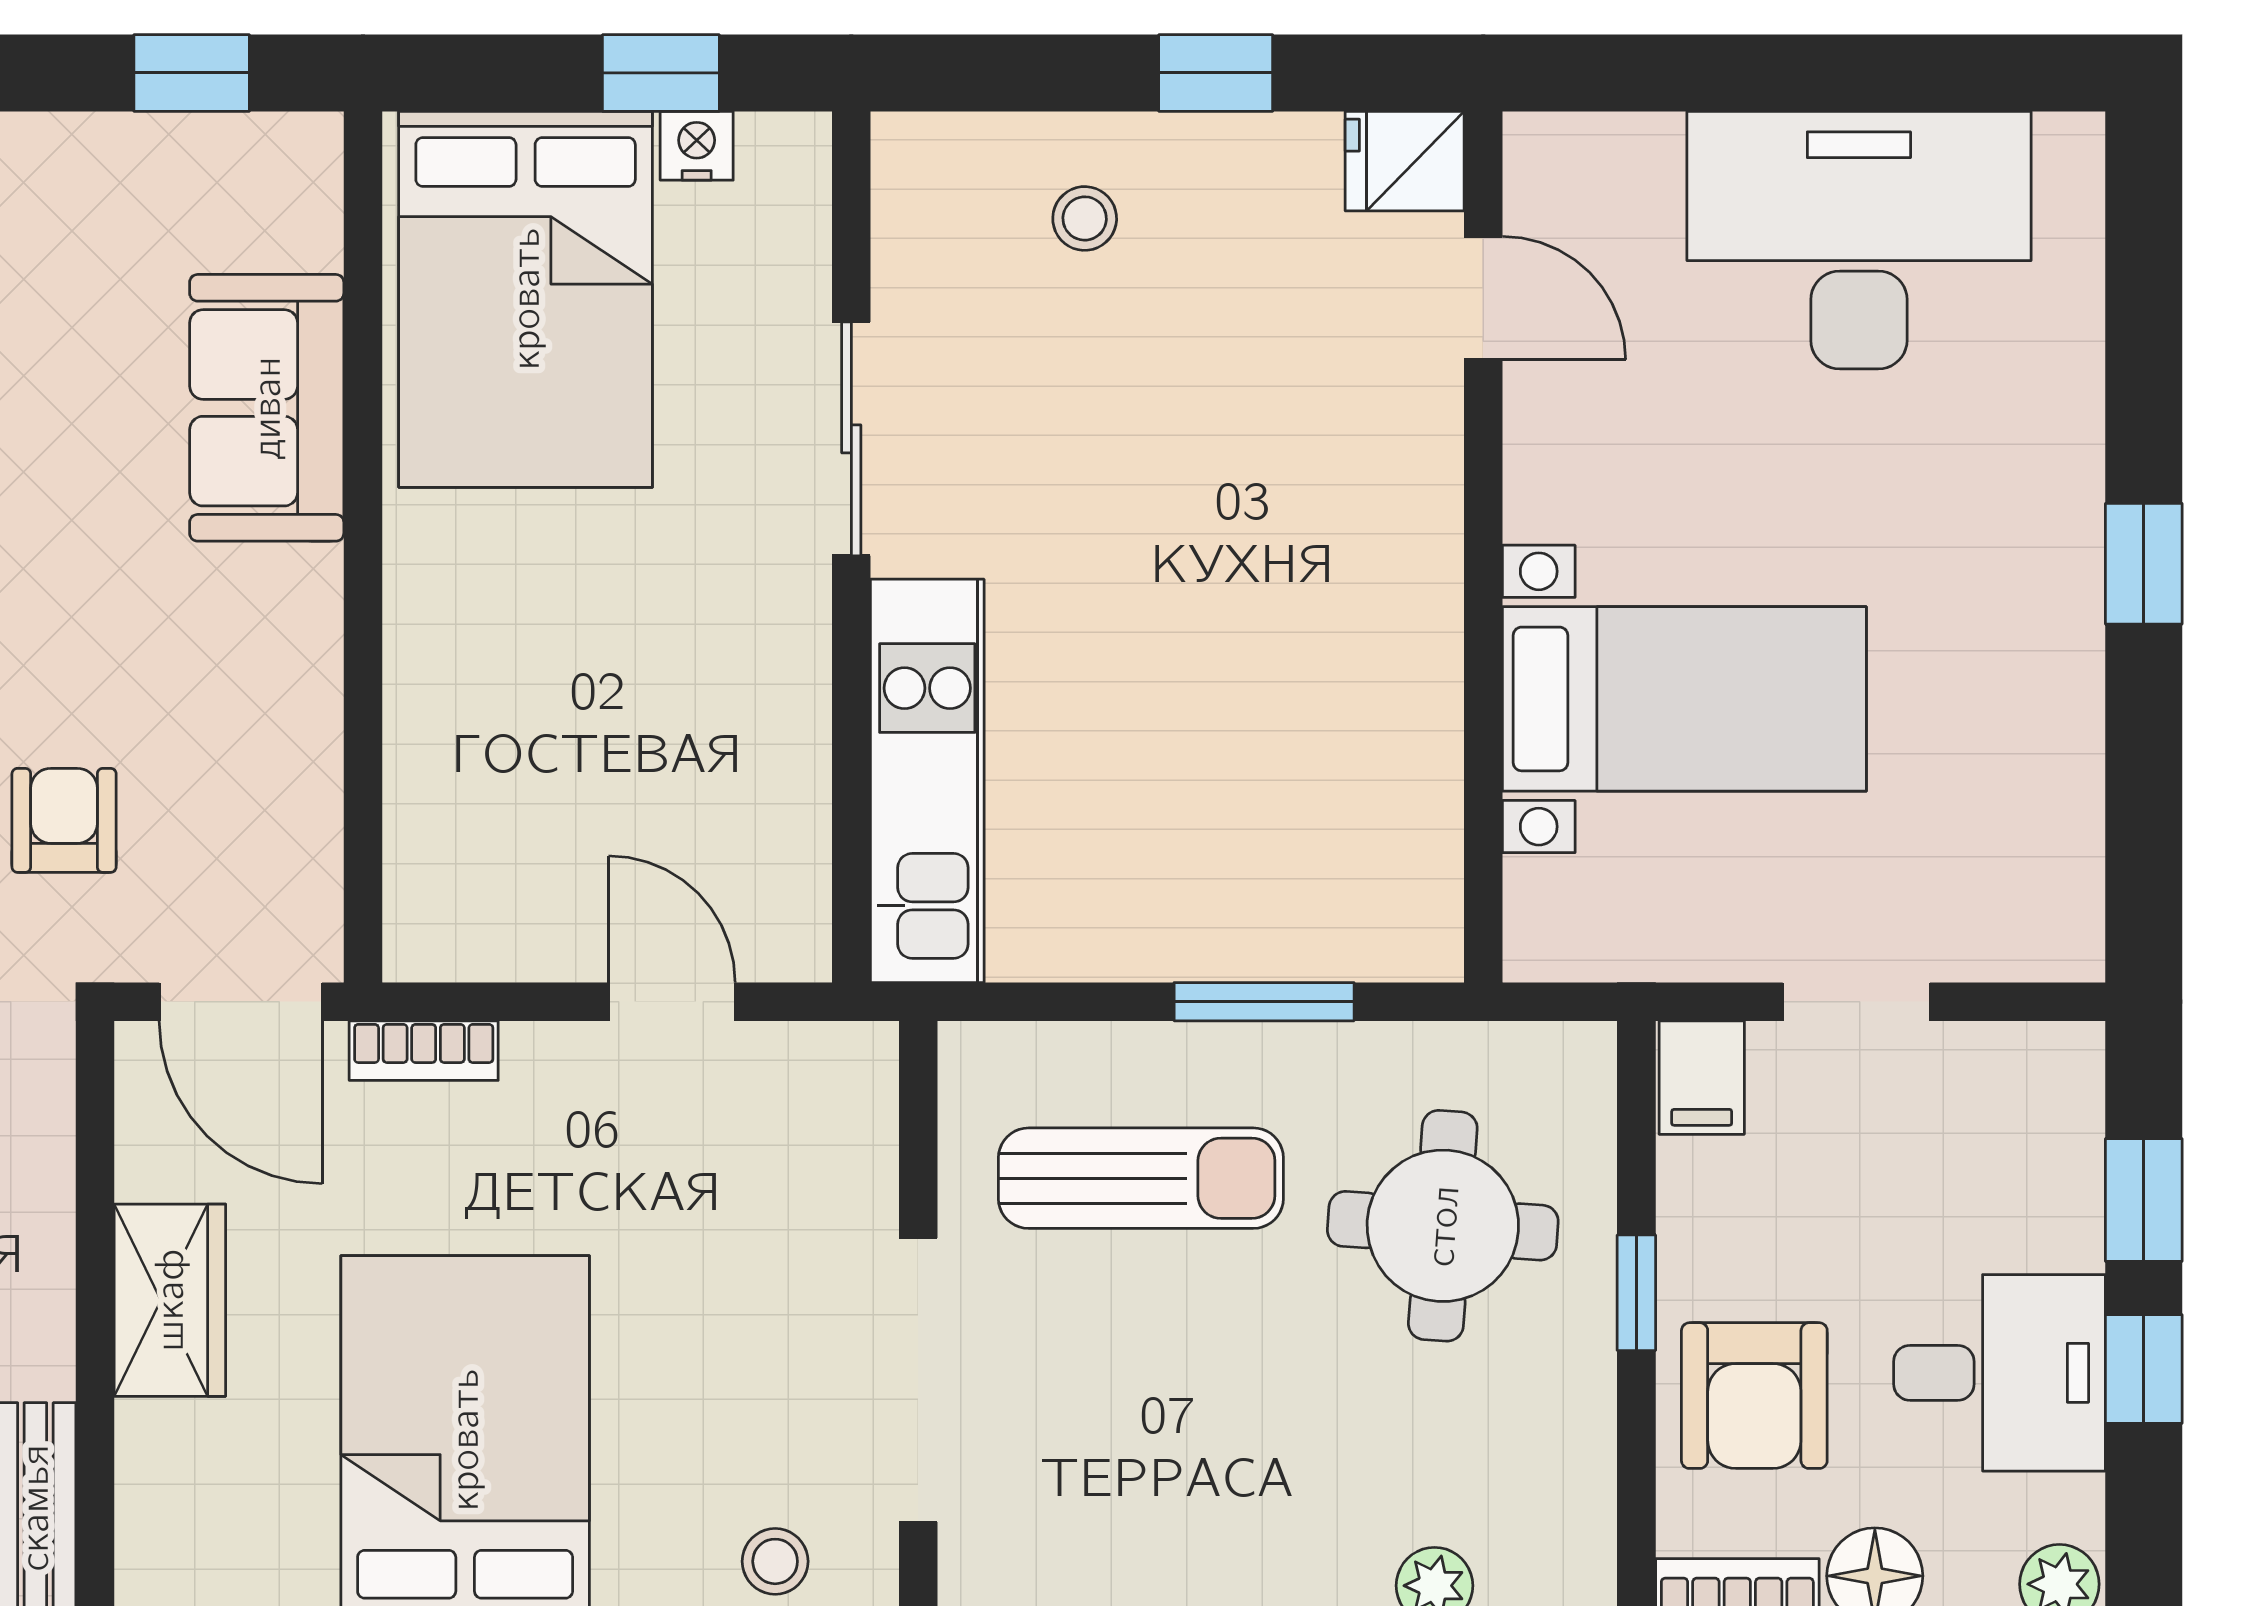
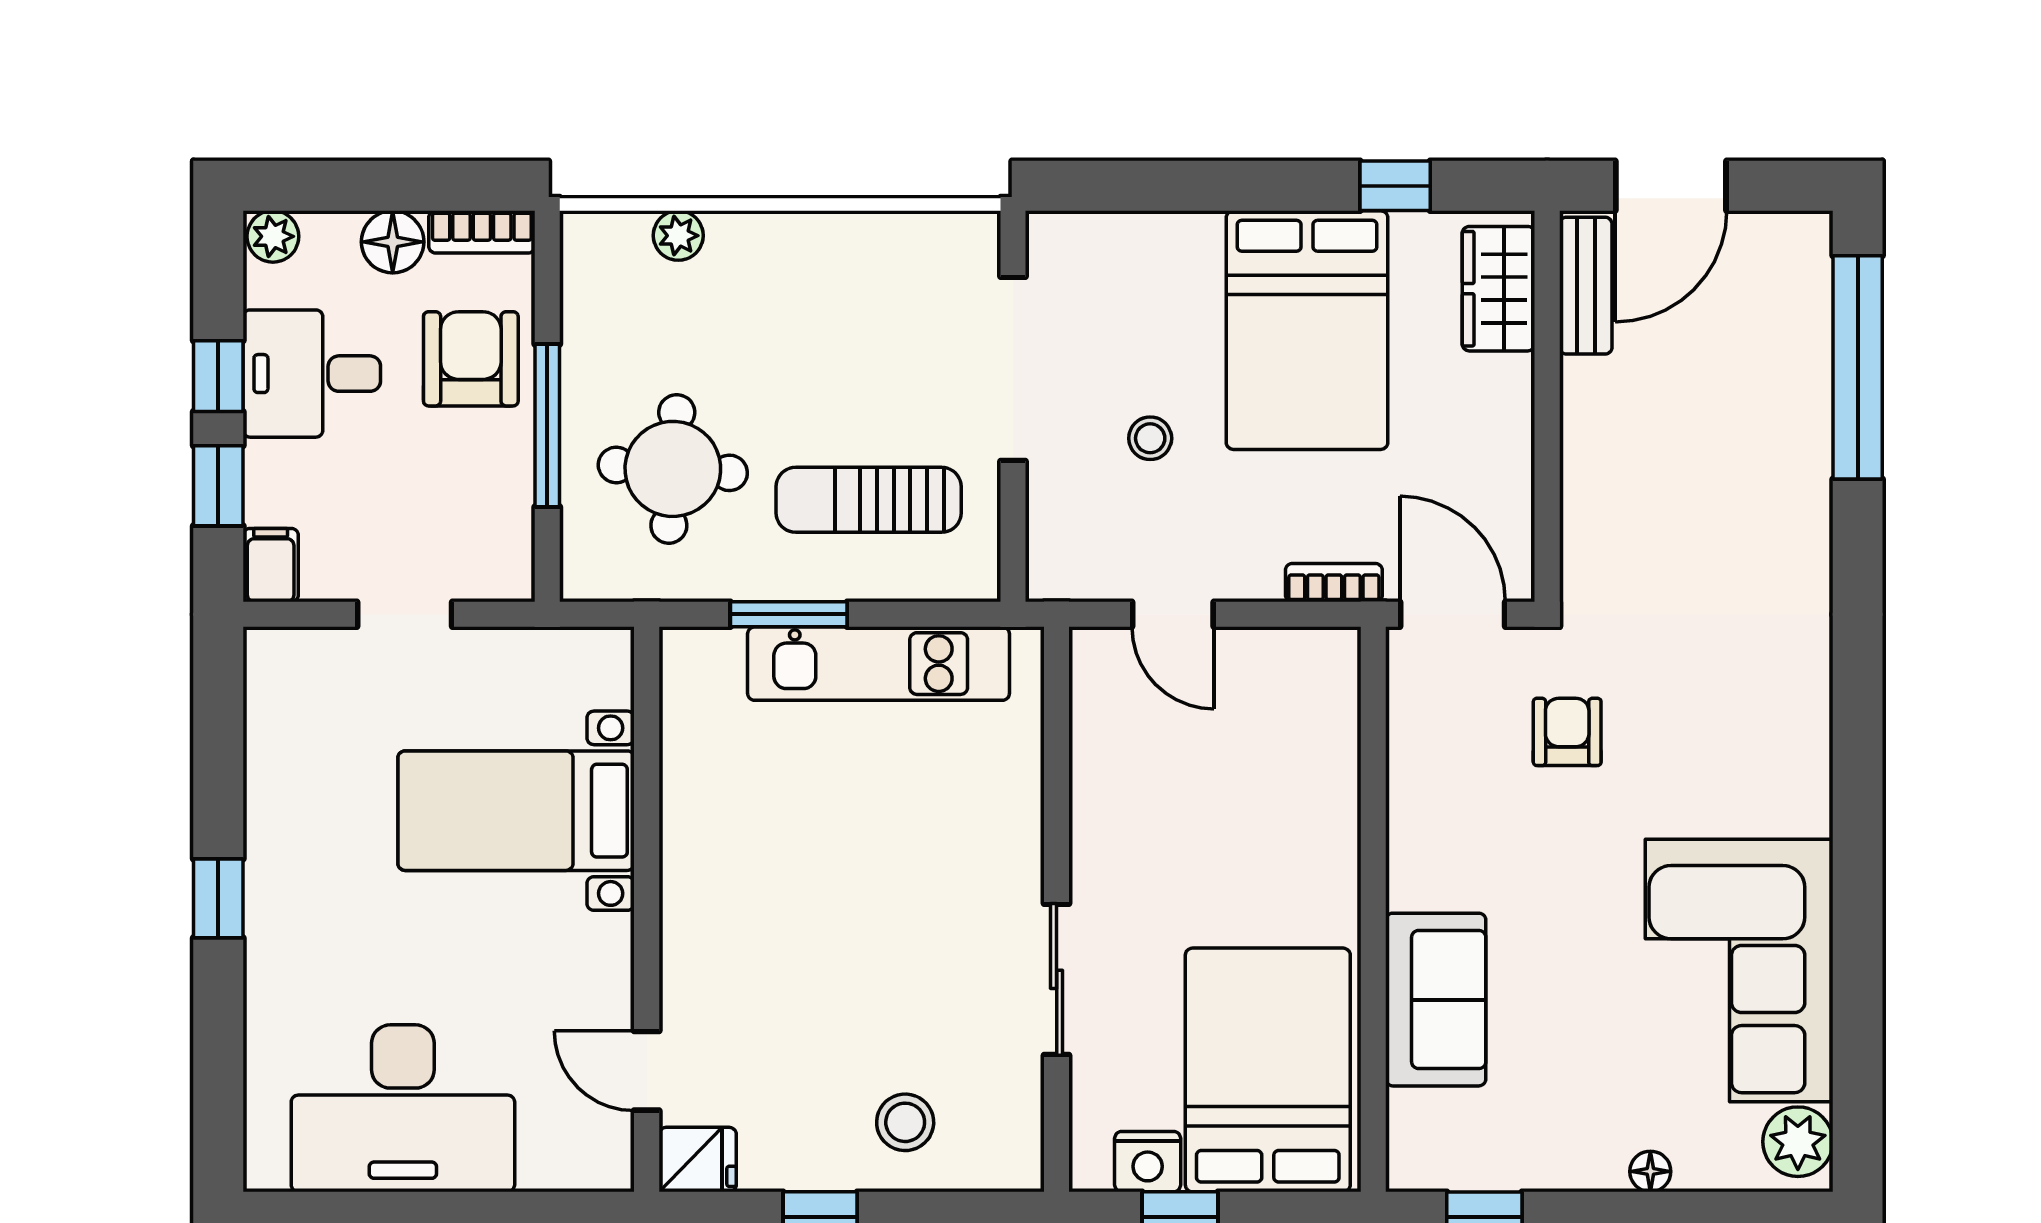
nightstand: (697, 146) -> (1148, 1162), width x1.39, depth x1.35
stool: (1085, 218) -> (905, 1122), width x1.37, depth x1.37
kitchen unit: (927, 781) -> (879, 664), moved, turned -90
armchair: (64, 820) -> (1567, 732), turned 180
filing cabinet: (1702, 1078) -> (271, 565), moved
window: (1636, 1293) -> (547, 426), width x2.17
wardrobe: (170, 1300) -> (1499, 289), moved
stool: (775, 1561) -> (1150, 438), moved

